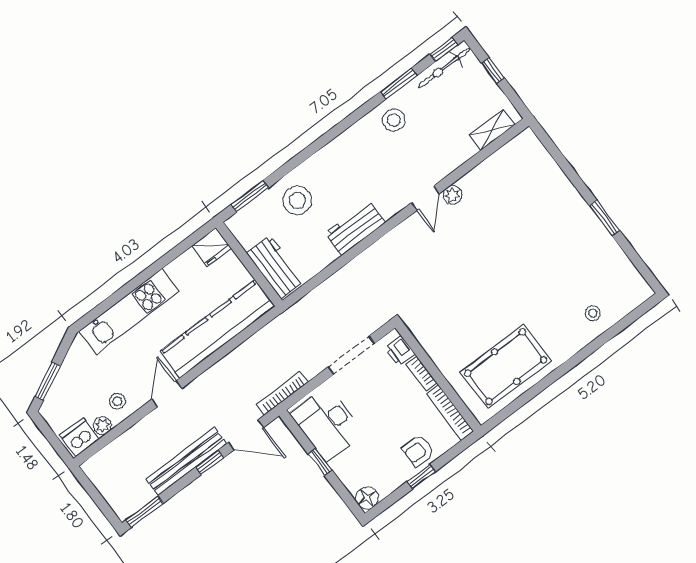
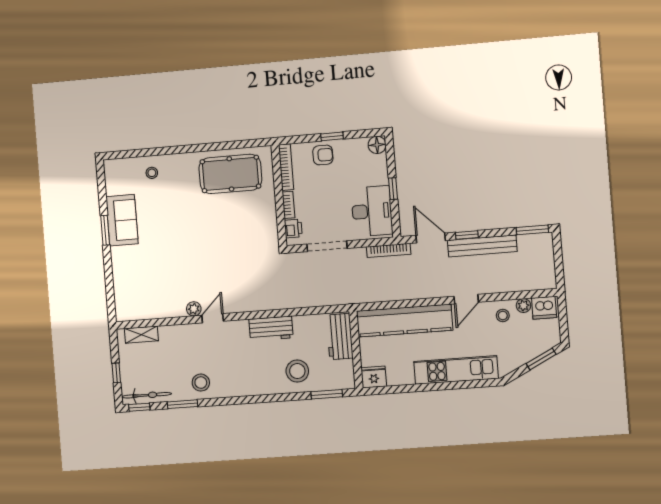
sofa: (593, 241) -> (122, 220), added

